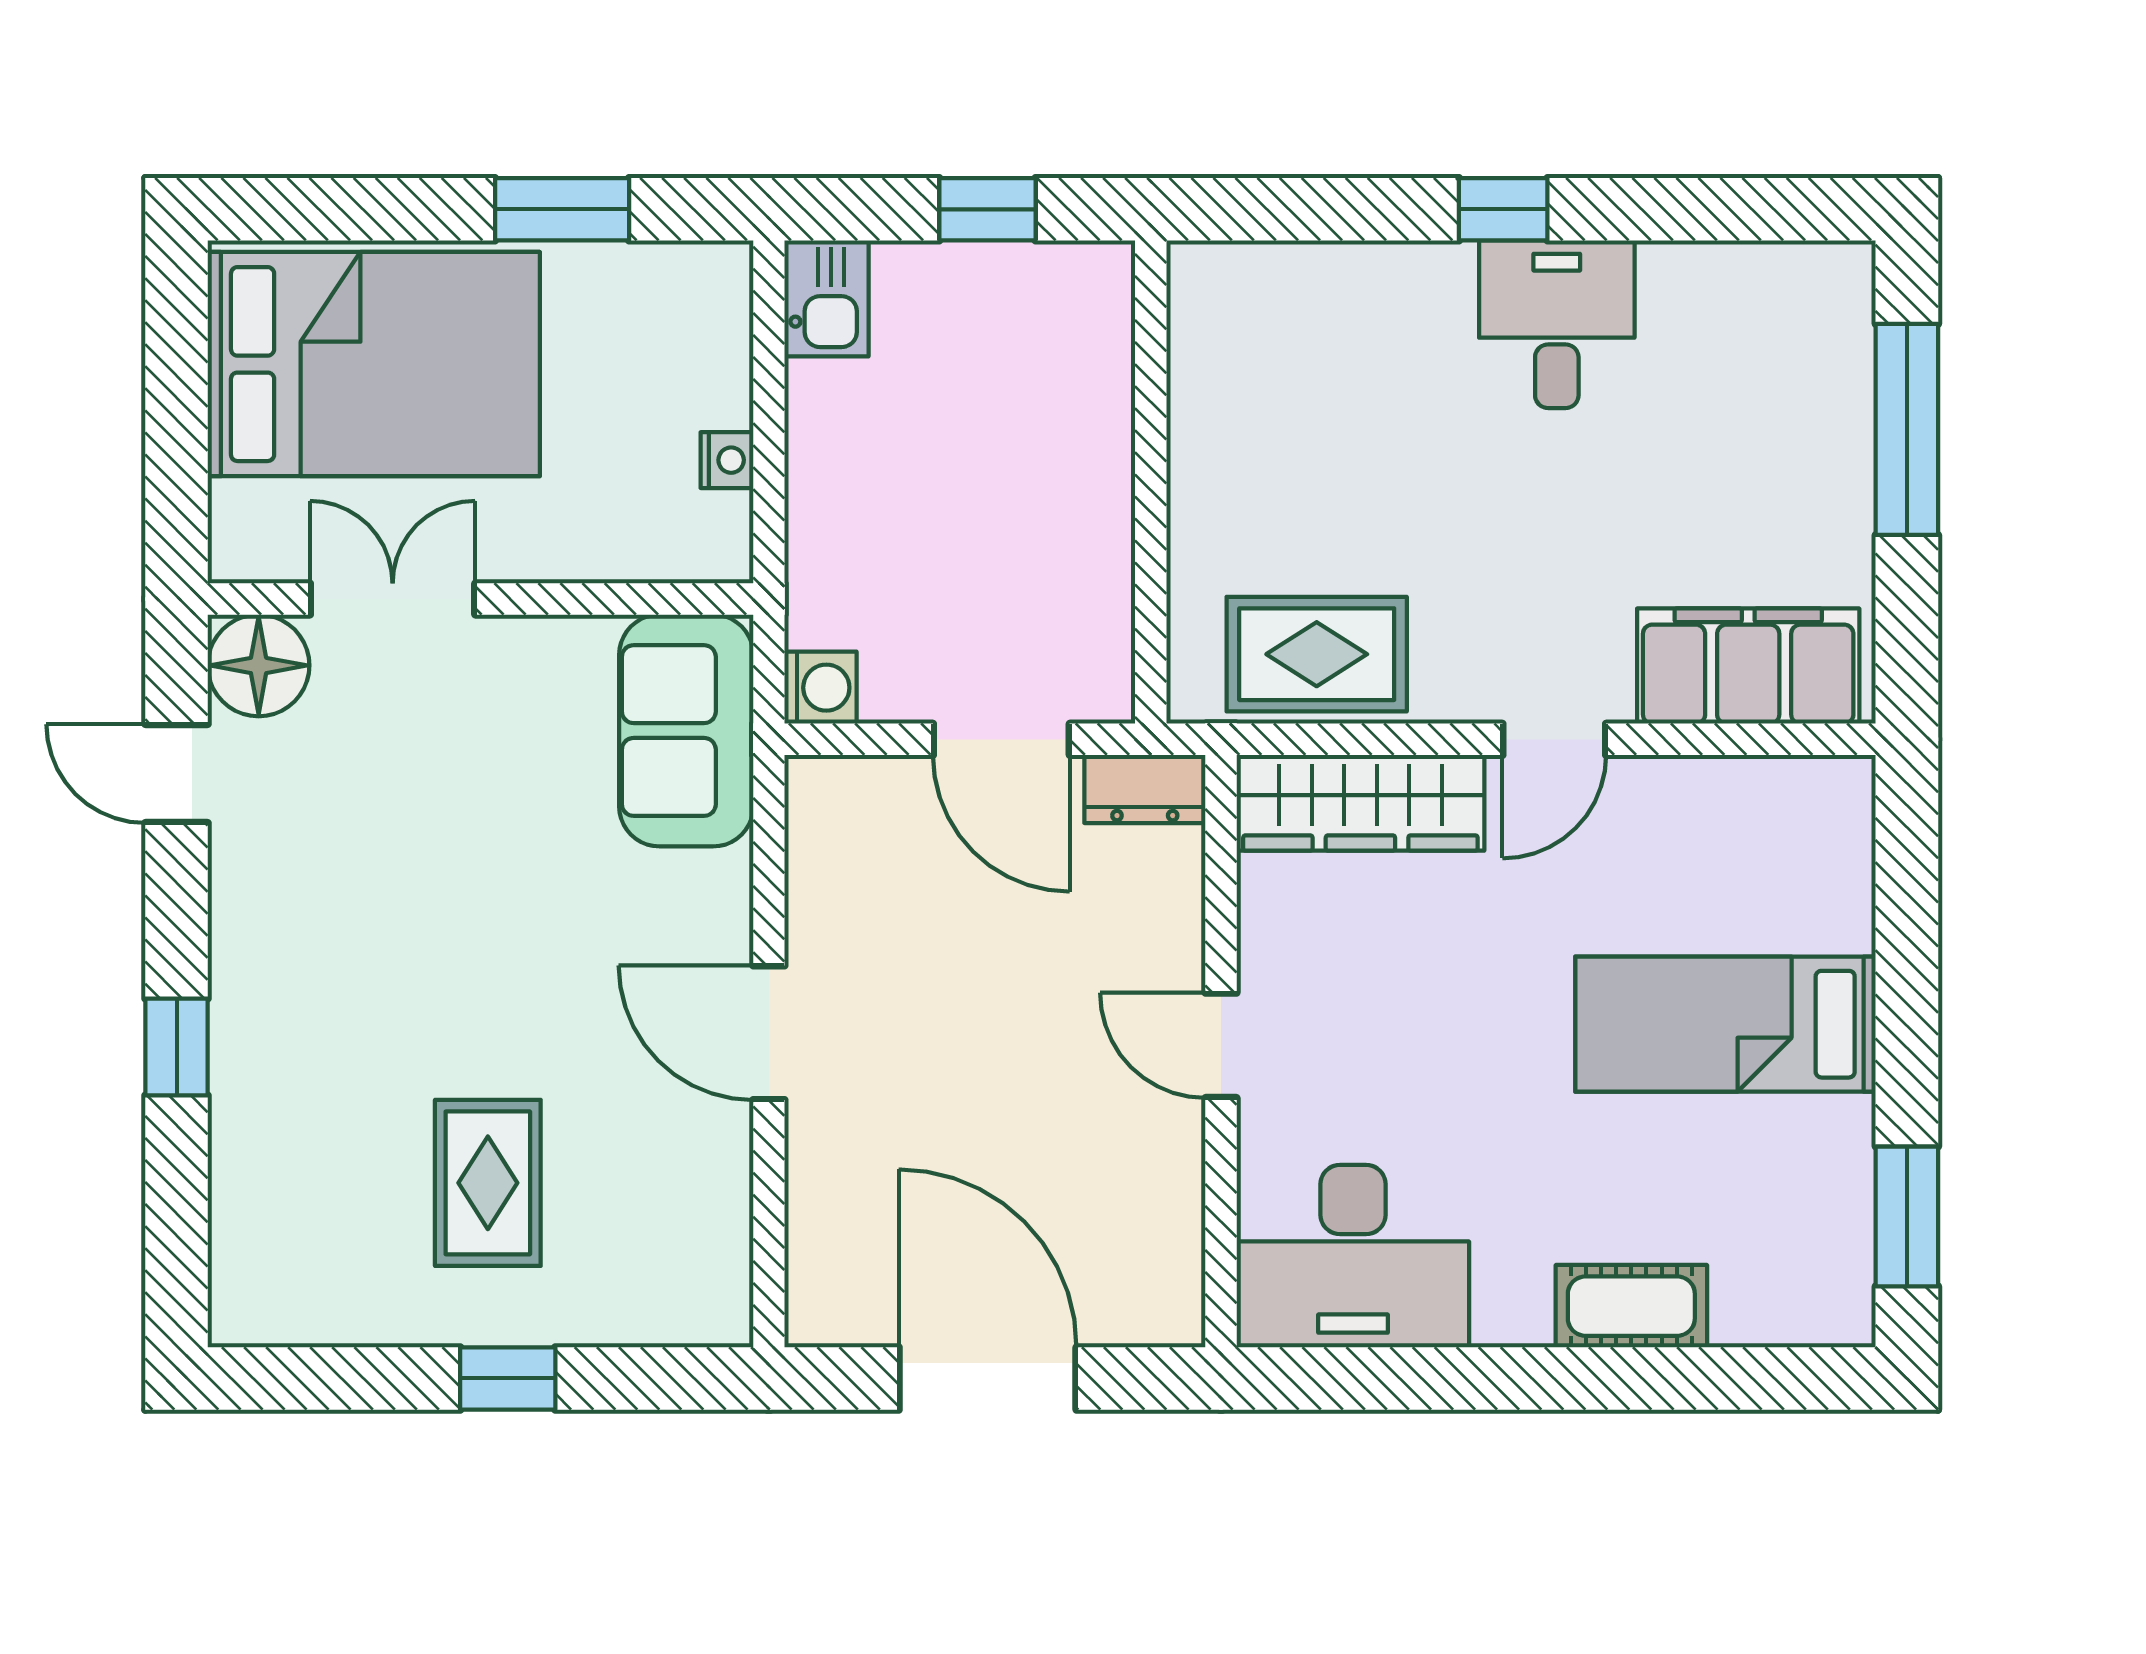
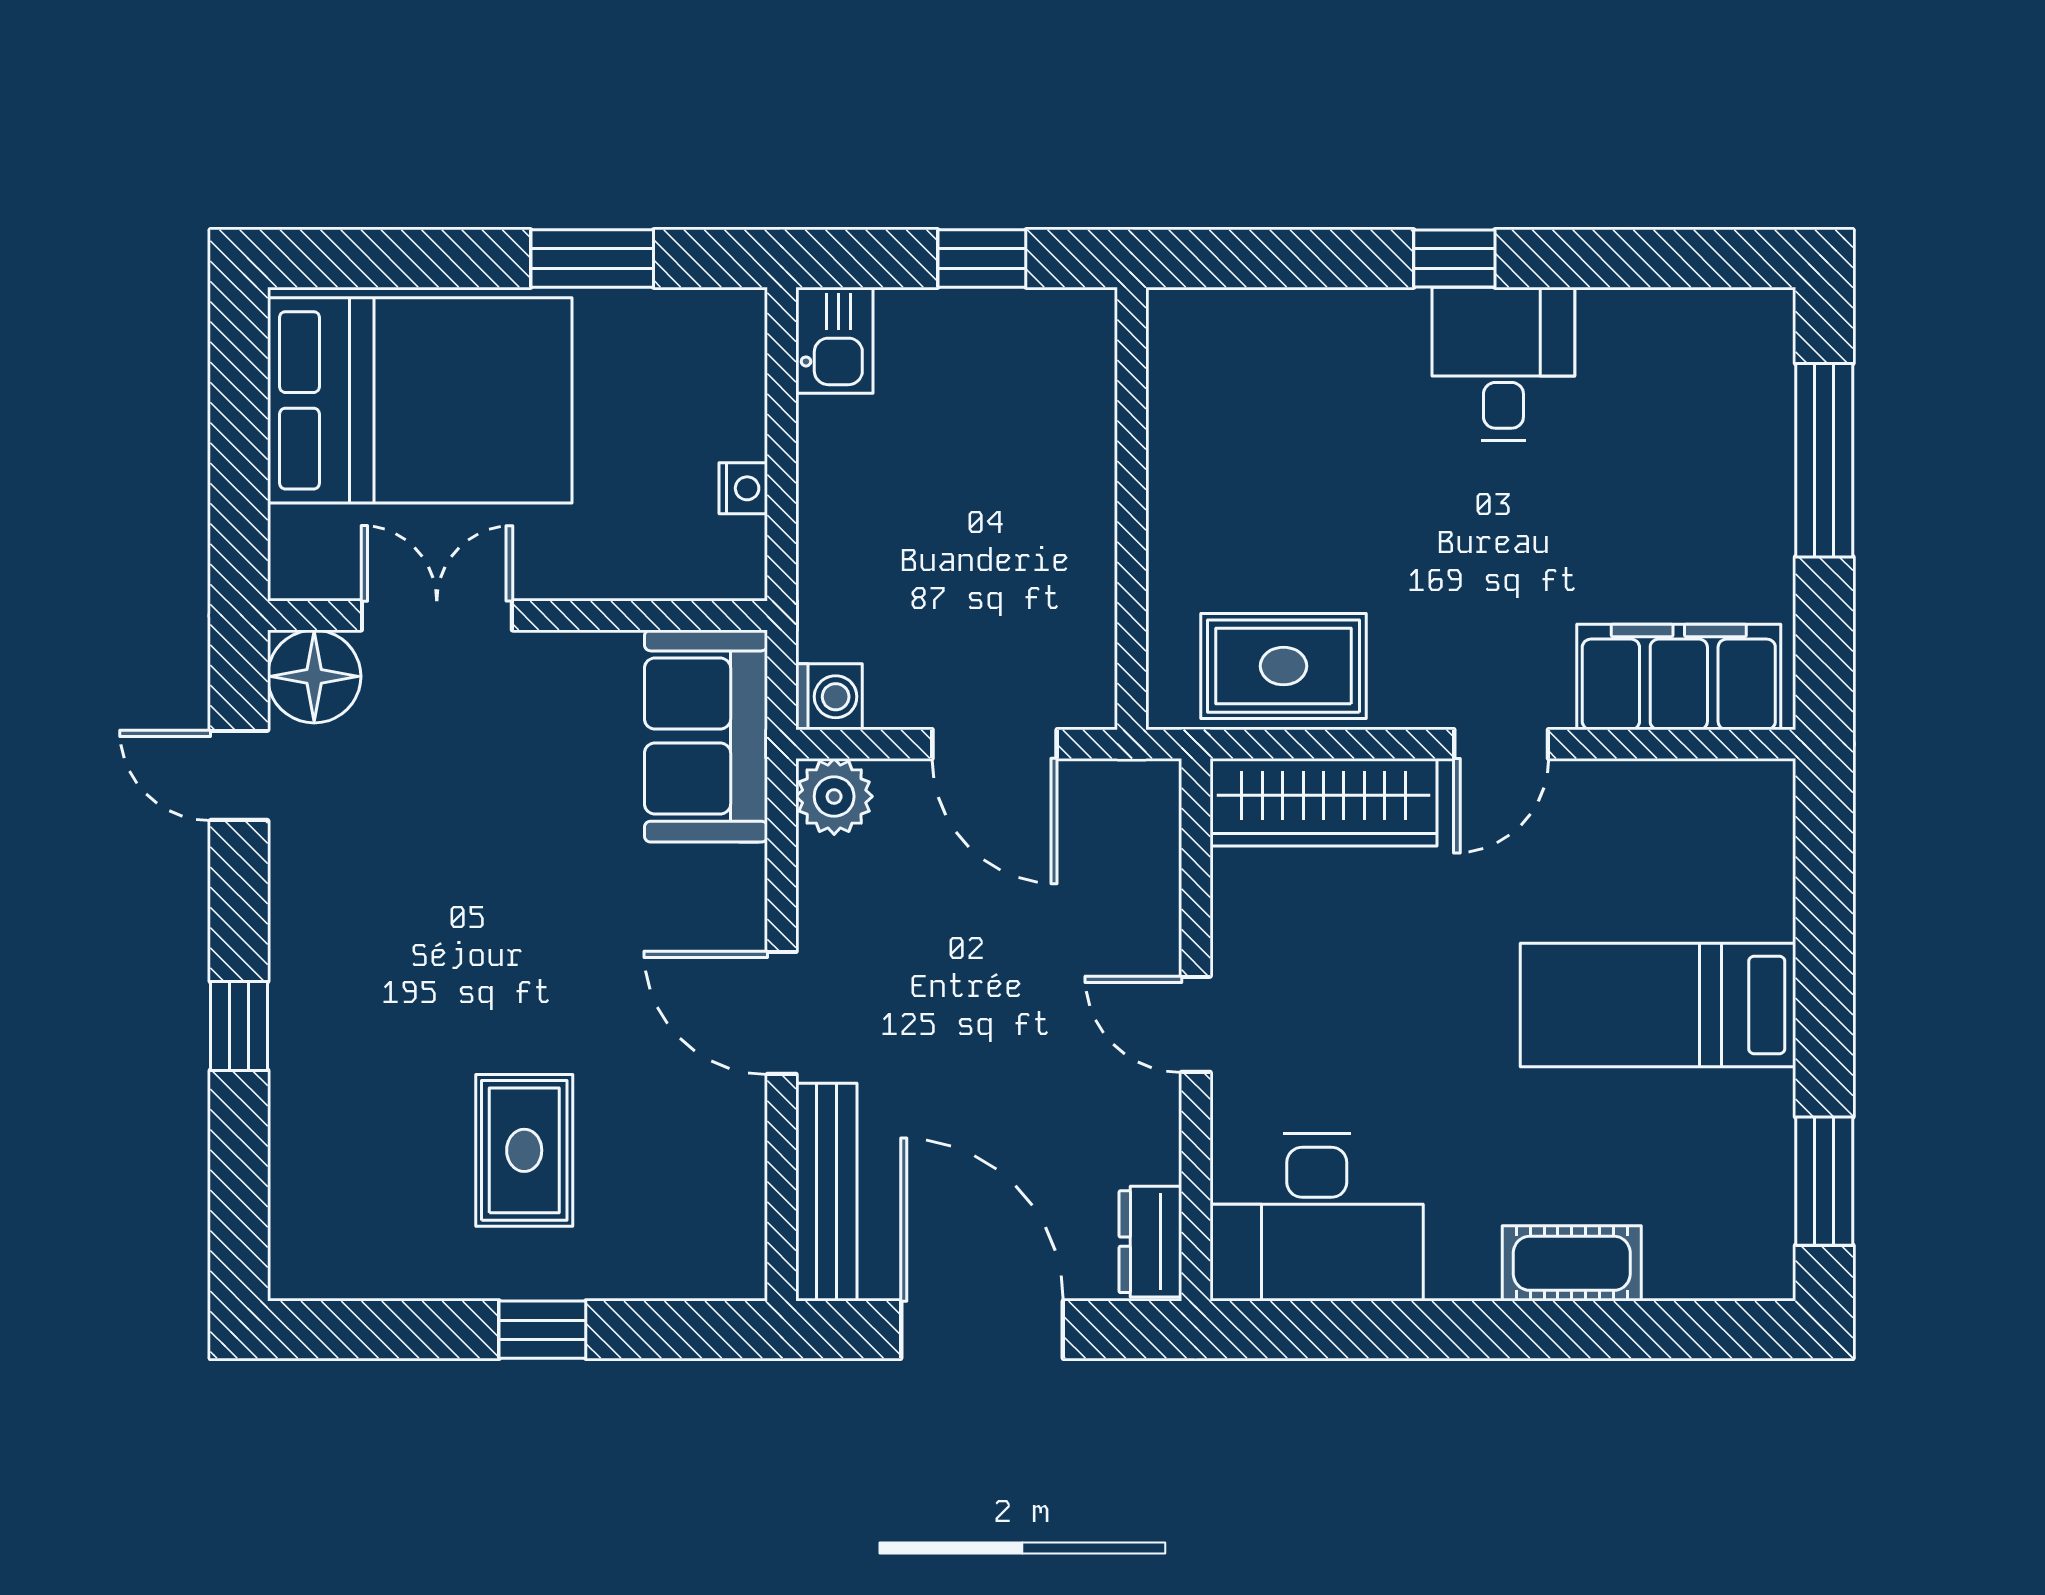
dresser: (1145, 789) -> (1150, 1242), moved, turned 90
plant: (826, 797) -> (834, 796), added
bench: (818, 1228) -> (826, 1192), added

